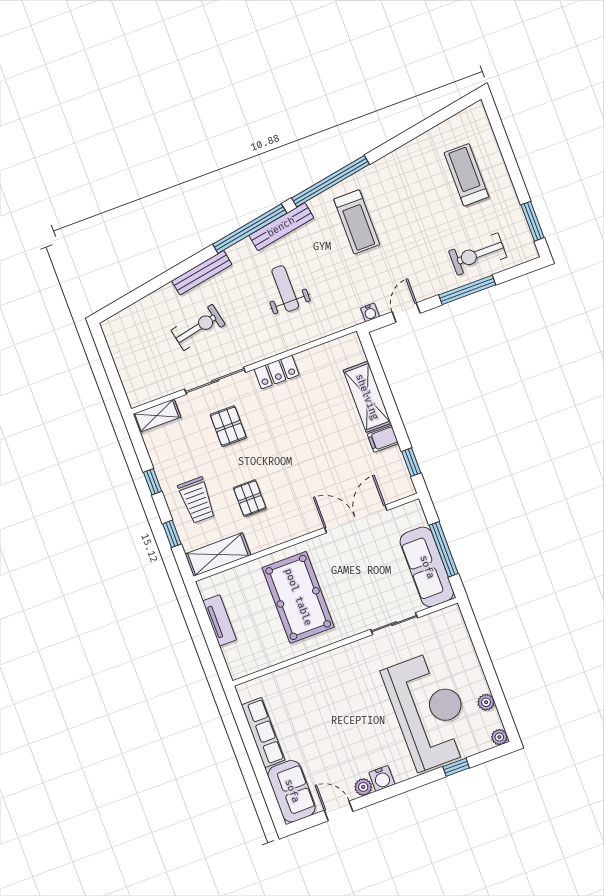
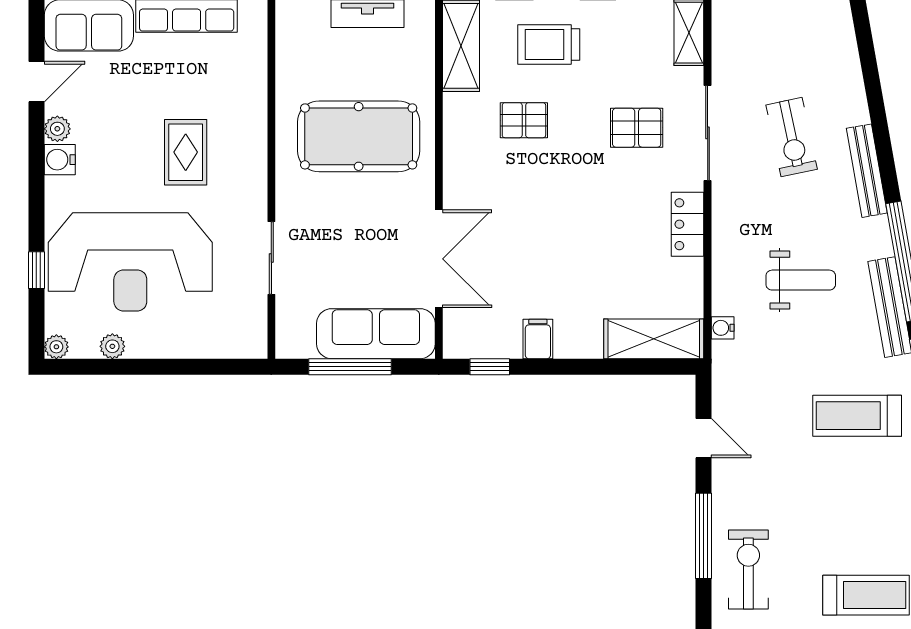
water cooler: (370, 312) -> (723, 328), moved
shelving: (367, 397) -> (654, 339), moved
sofa: (427, 567) -> (376, 334), moved
rug: (348, 702) -> (186, 152), added

